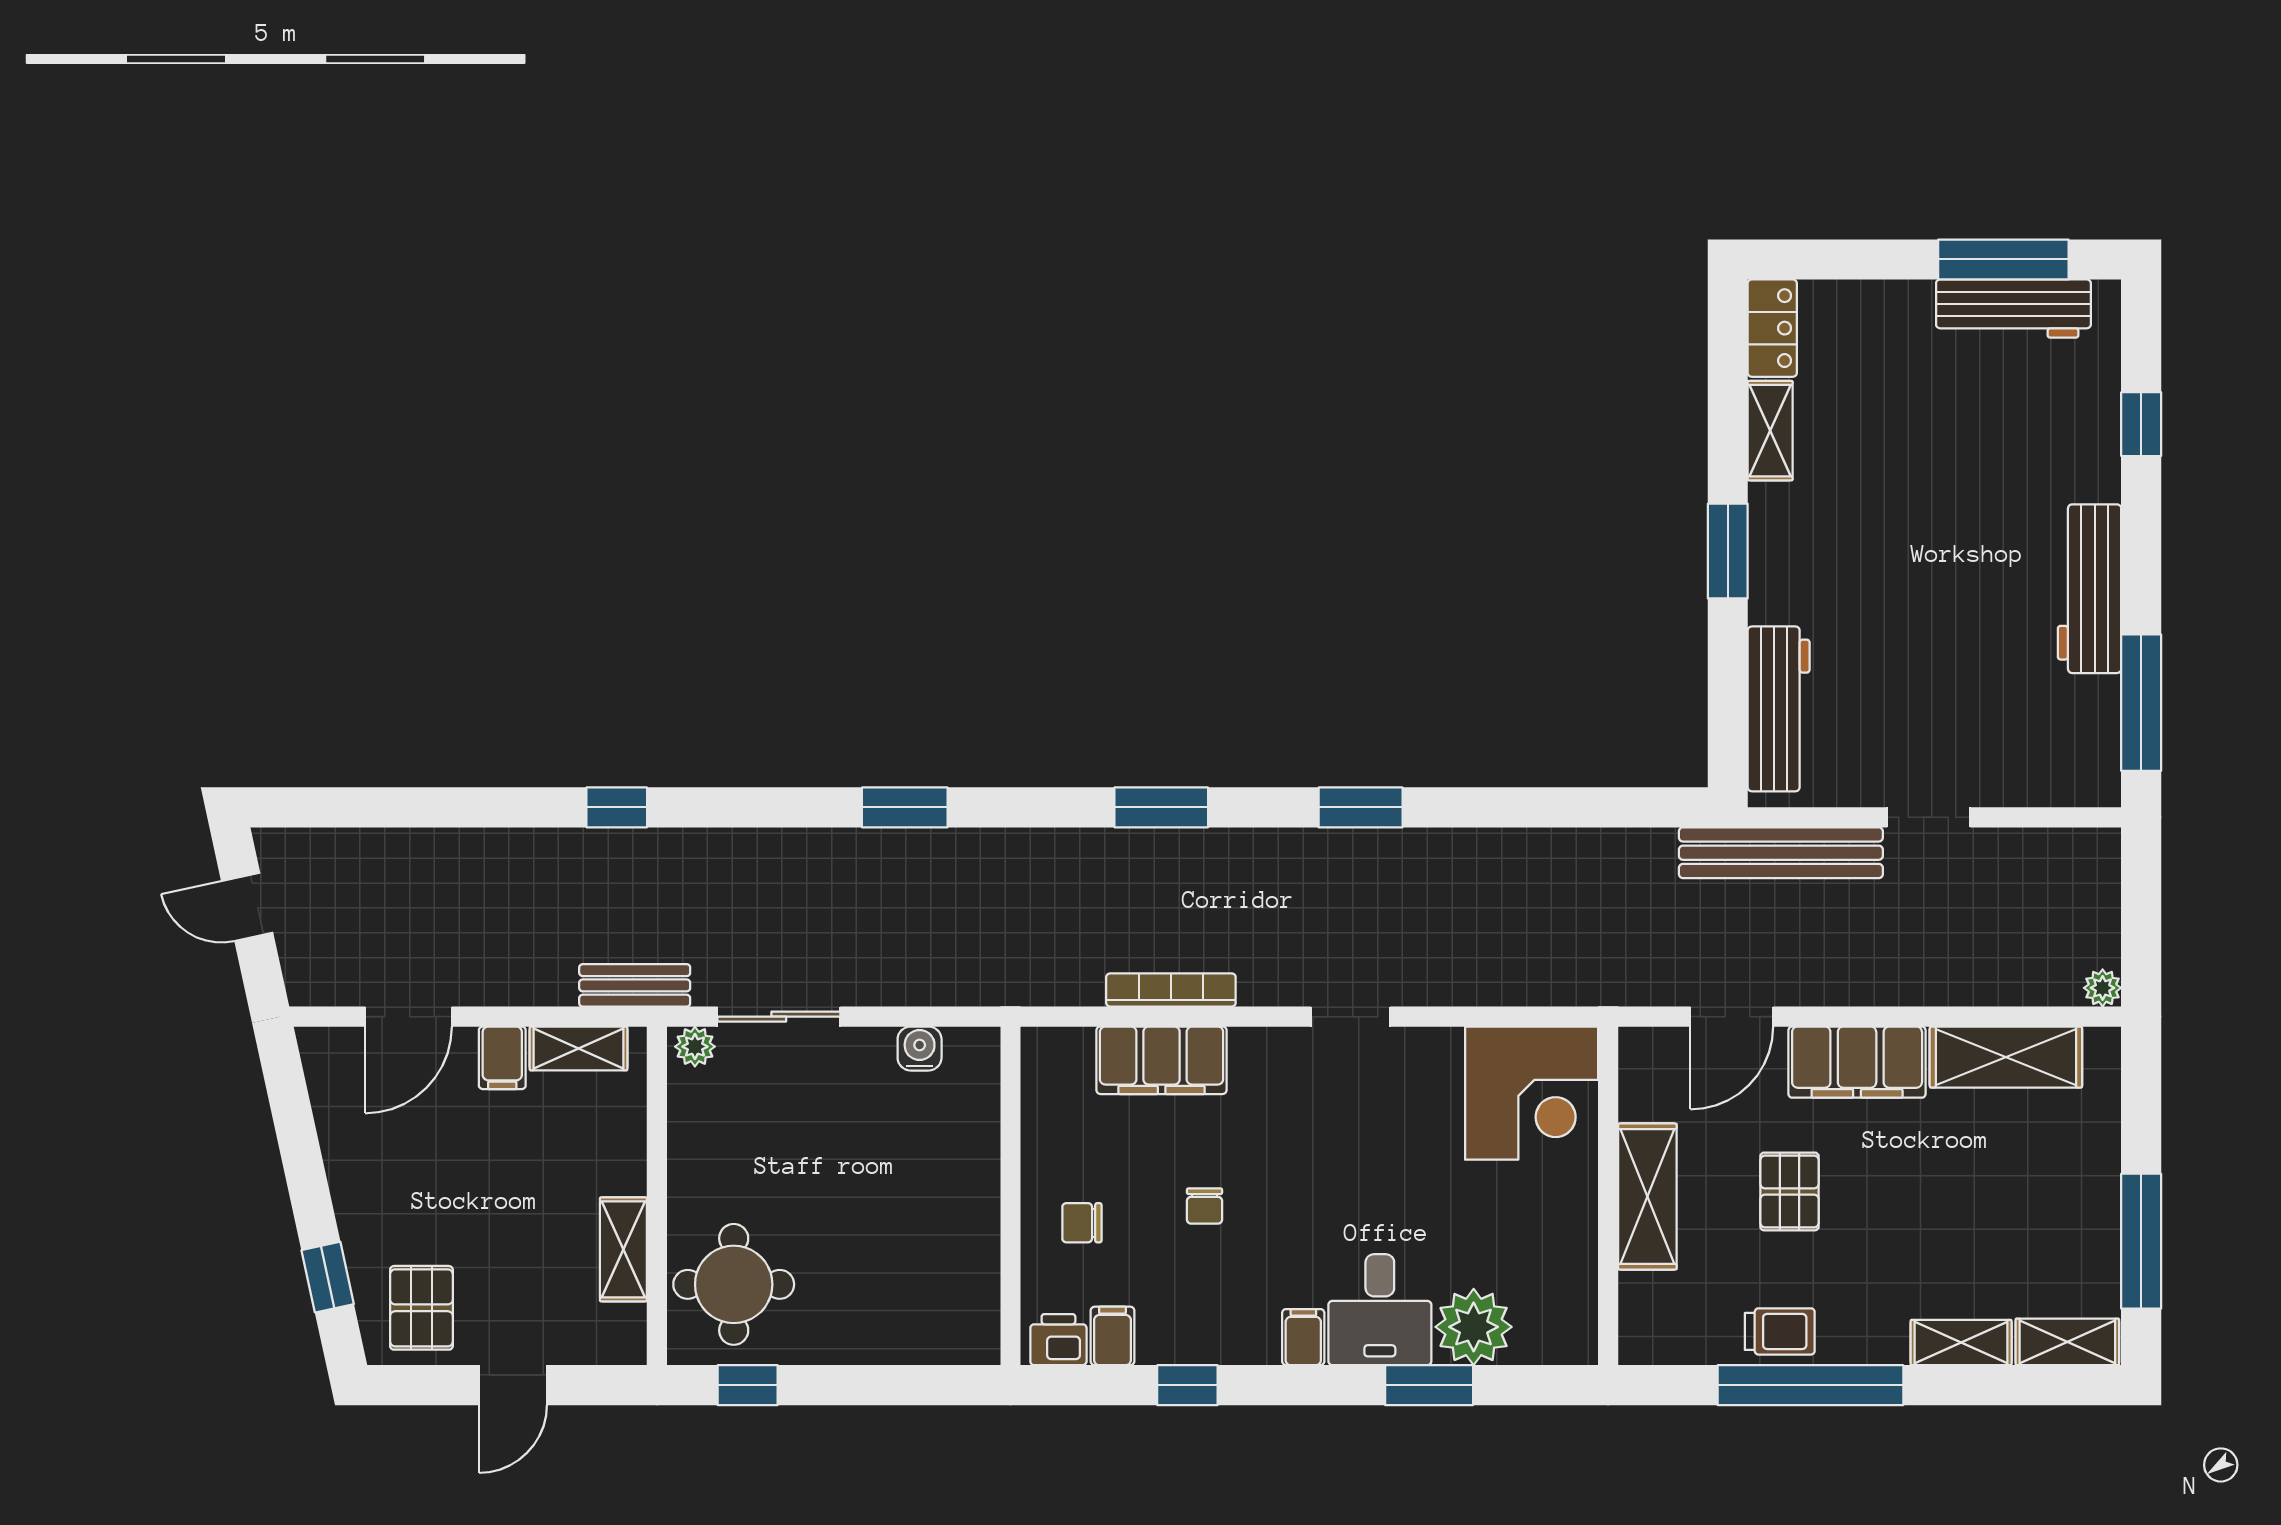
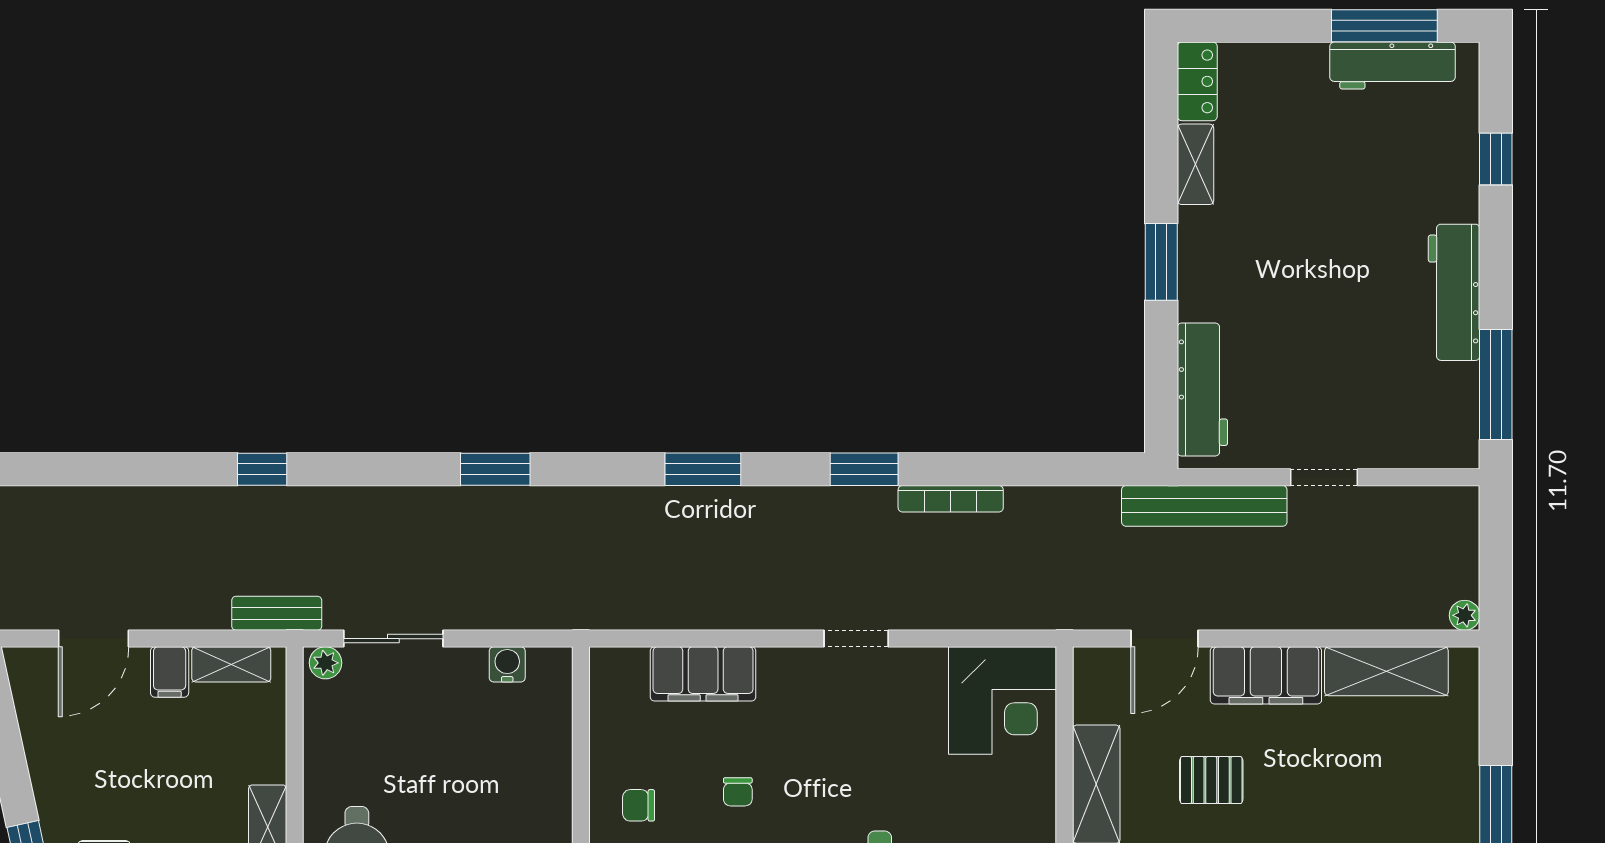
bookcase: (1171, 990) -> (951, 499), moved, turned 180
pallet: (1789, 1191) -> (1211, 780), turned 90

